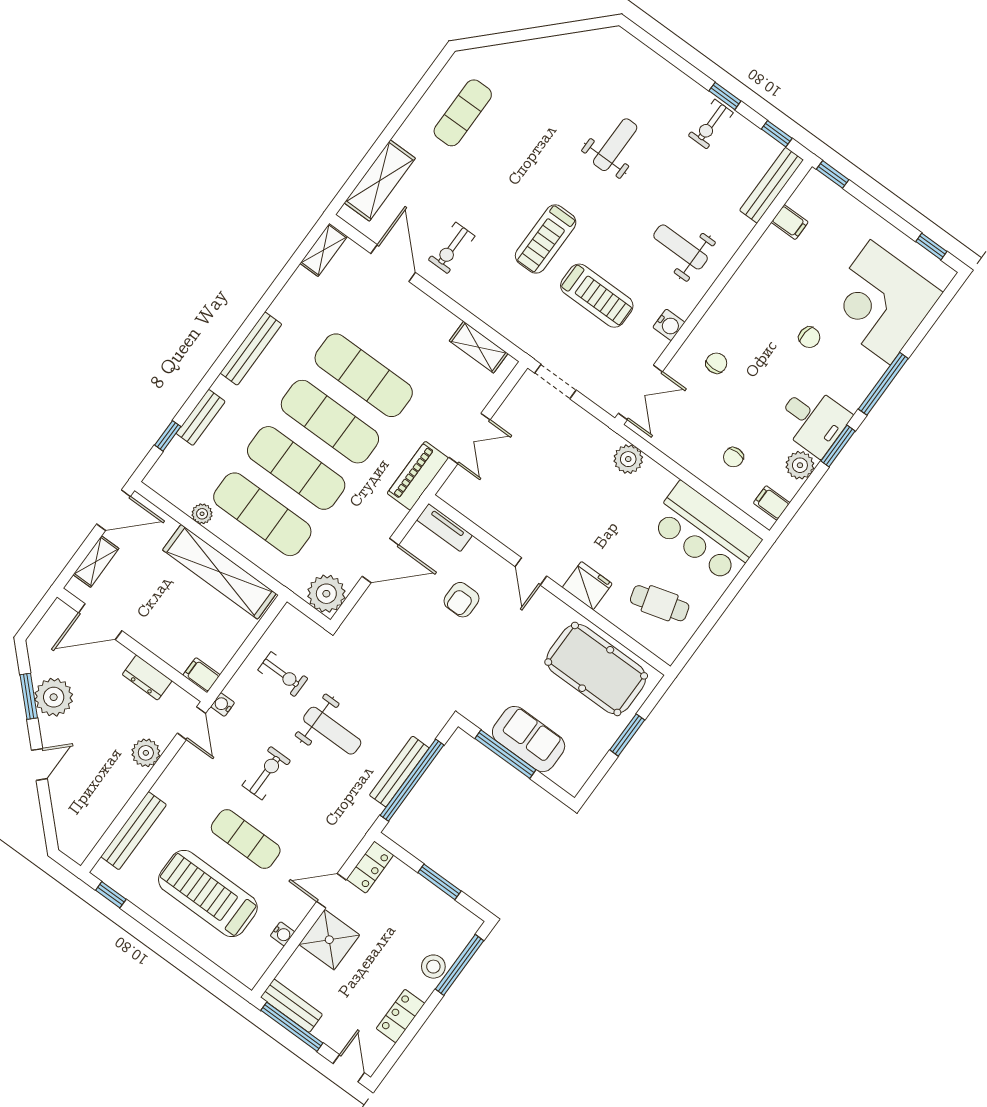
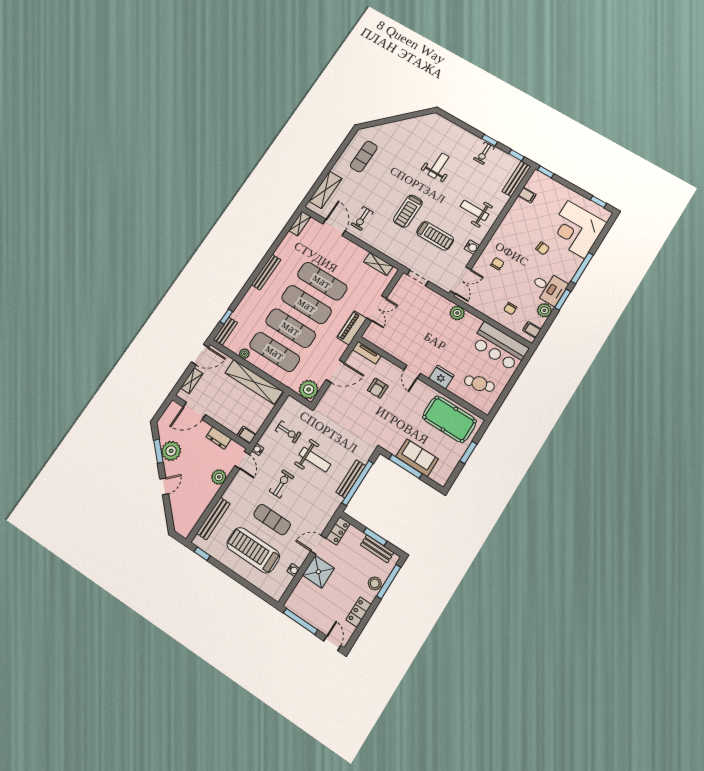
bench: (201, 417) -> (225, 331), moved
bench: (291, 1006) -> (377, 549), moved

